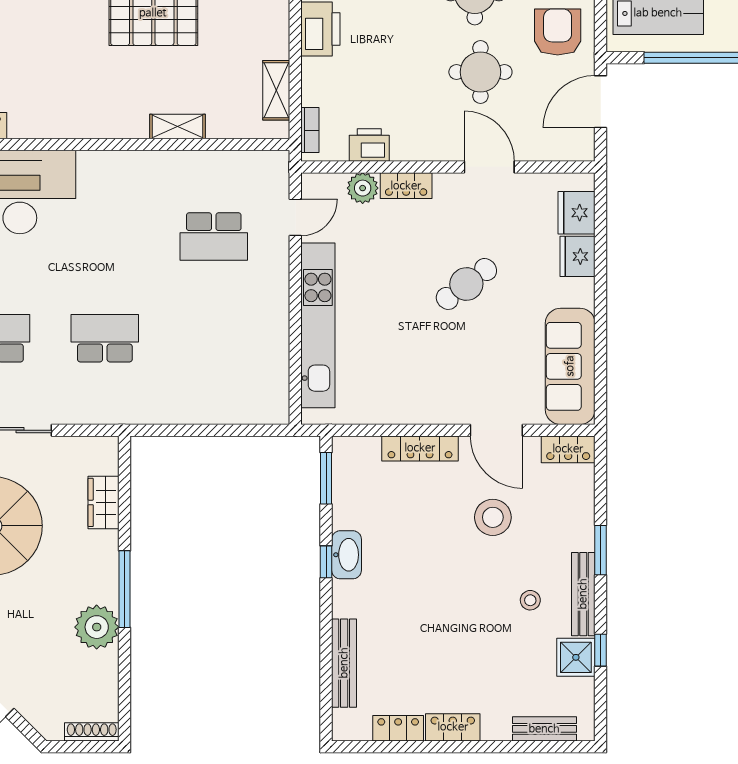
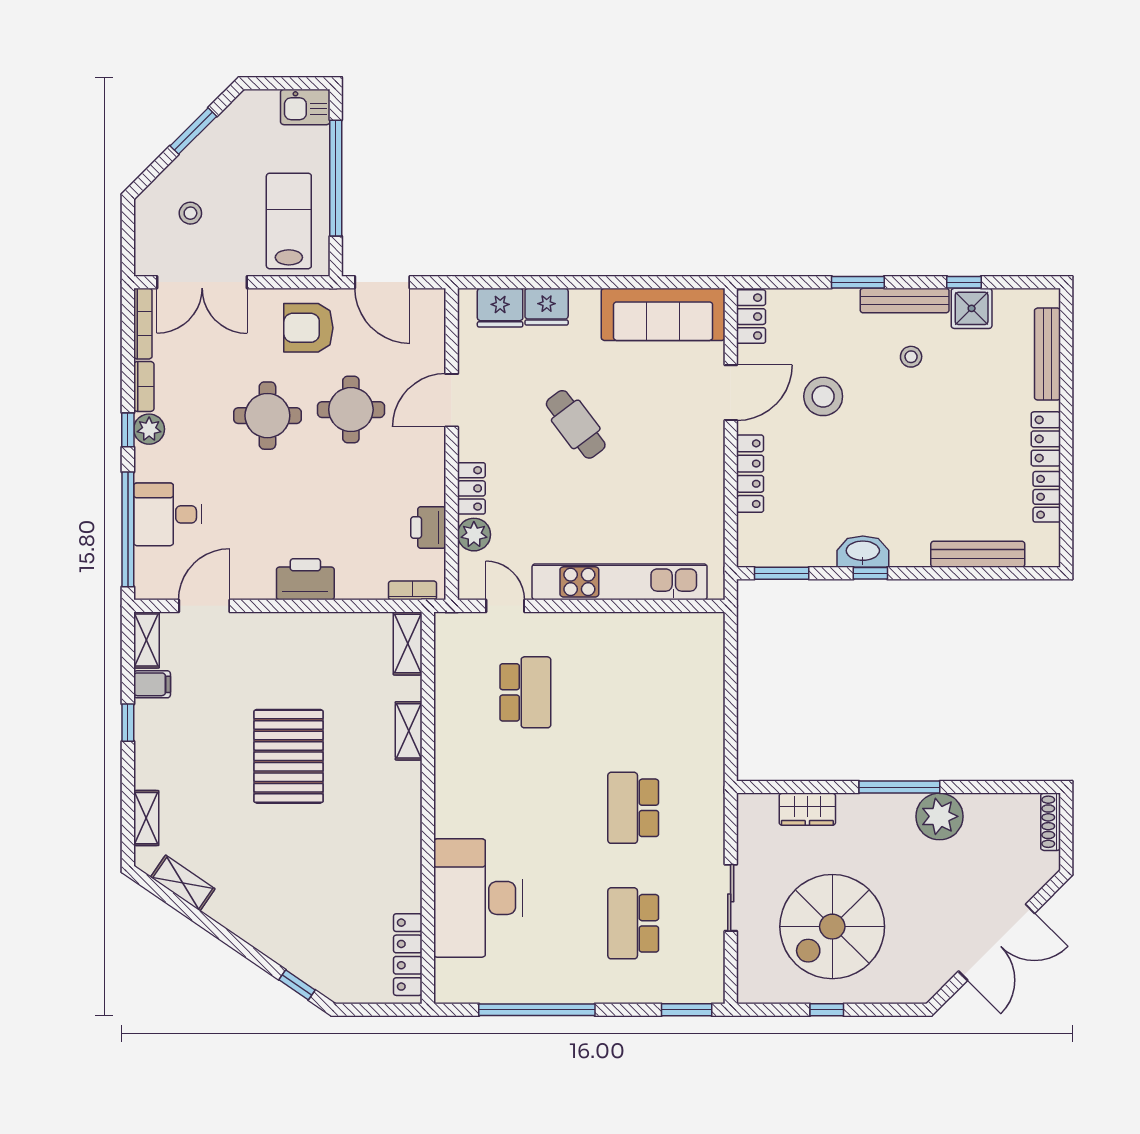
shelving: (276, 90) -> (408, 643), moved, turned 90
bench: (544, 729) -> (1047, 354), width x1.36

